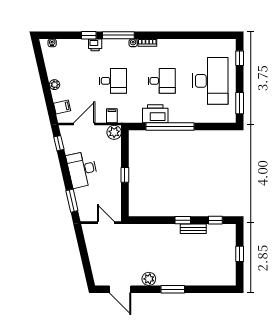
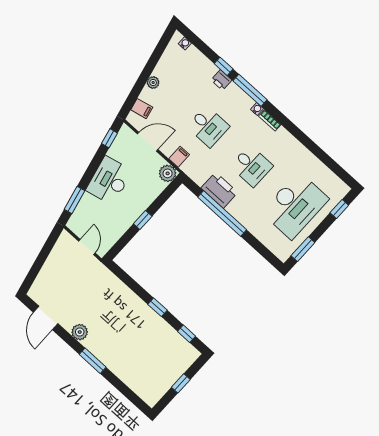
bench: (193, 229) -> (160, 323), removed

